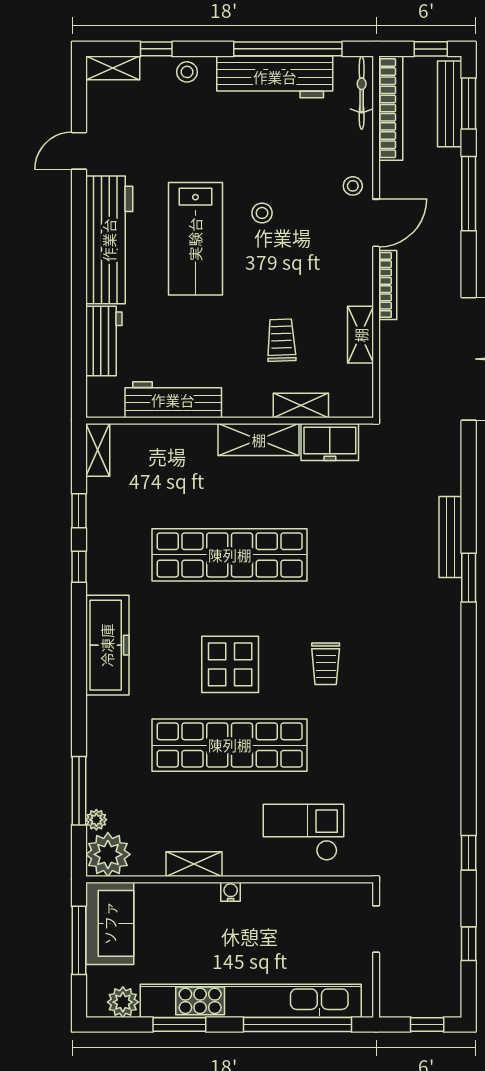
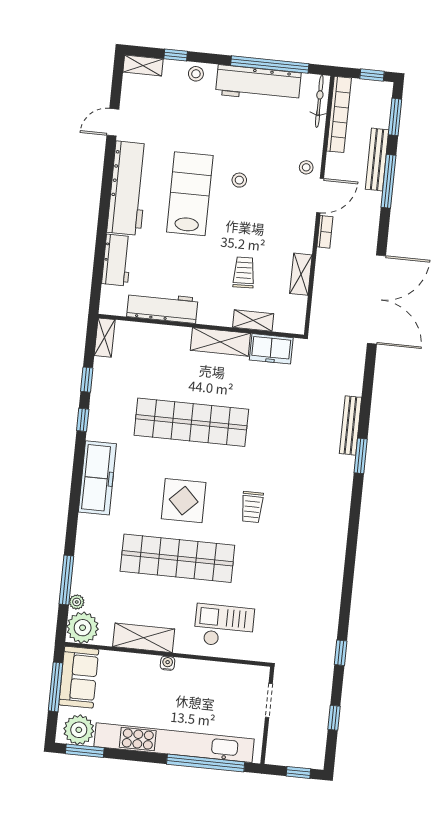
bench: (450, 104) -> (377, 160), moved
lab bench: (195, 239) -> (190, 194), turned 180
bookcase: (388, 285) -> (325, 232), width x0.64
shelving: (194, 864) -> (144, 638), width x1.50, depth x1.33
plant: (123, 1002) -> (79, 730), width x1.36, depth x1.36
window: (179, 1024) -> (85, 751), moved

